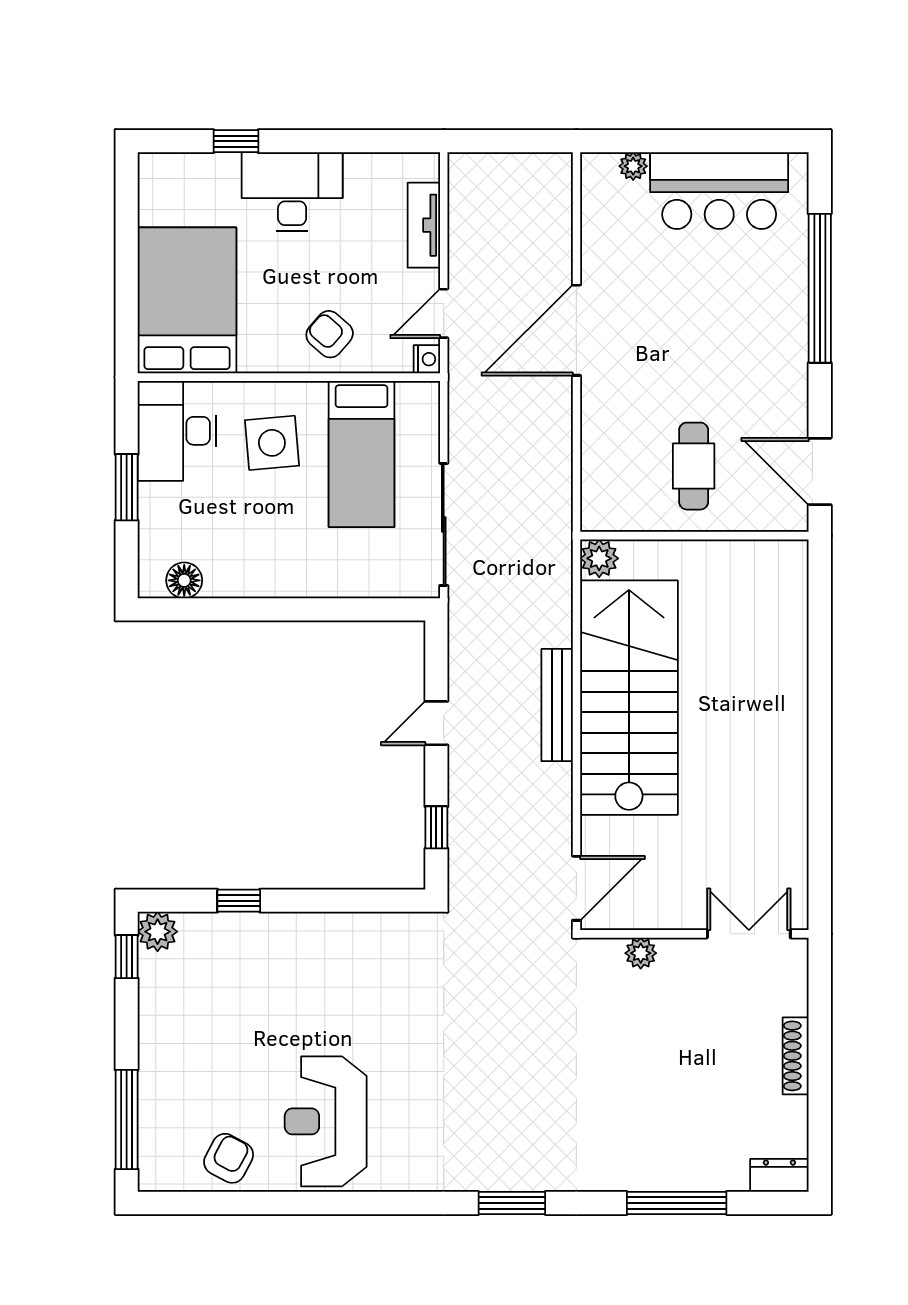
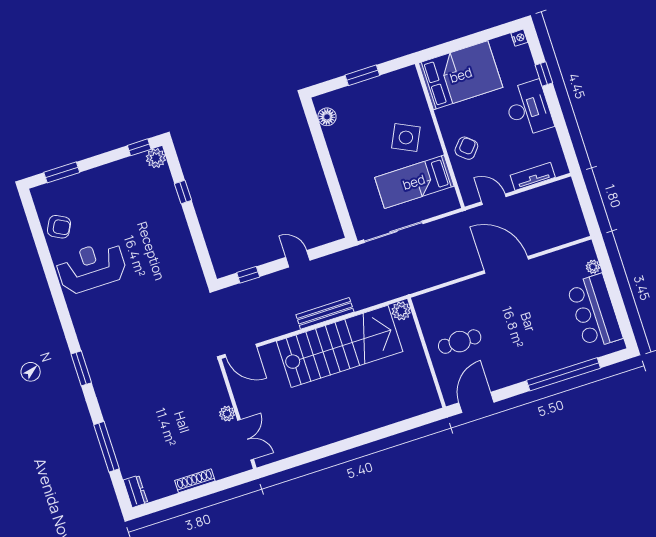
nightstand: (427, 359) -> (519, 38), moved, turned -90
desk: (177, 431) -> (397, 90), removed
side table: (272, 443) -> (406, 137), turned 31
plant: (641, 953) -> (227, 414), moved
window: (127, 1119) -> (62, 172), width x0.69

